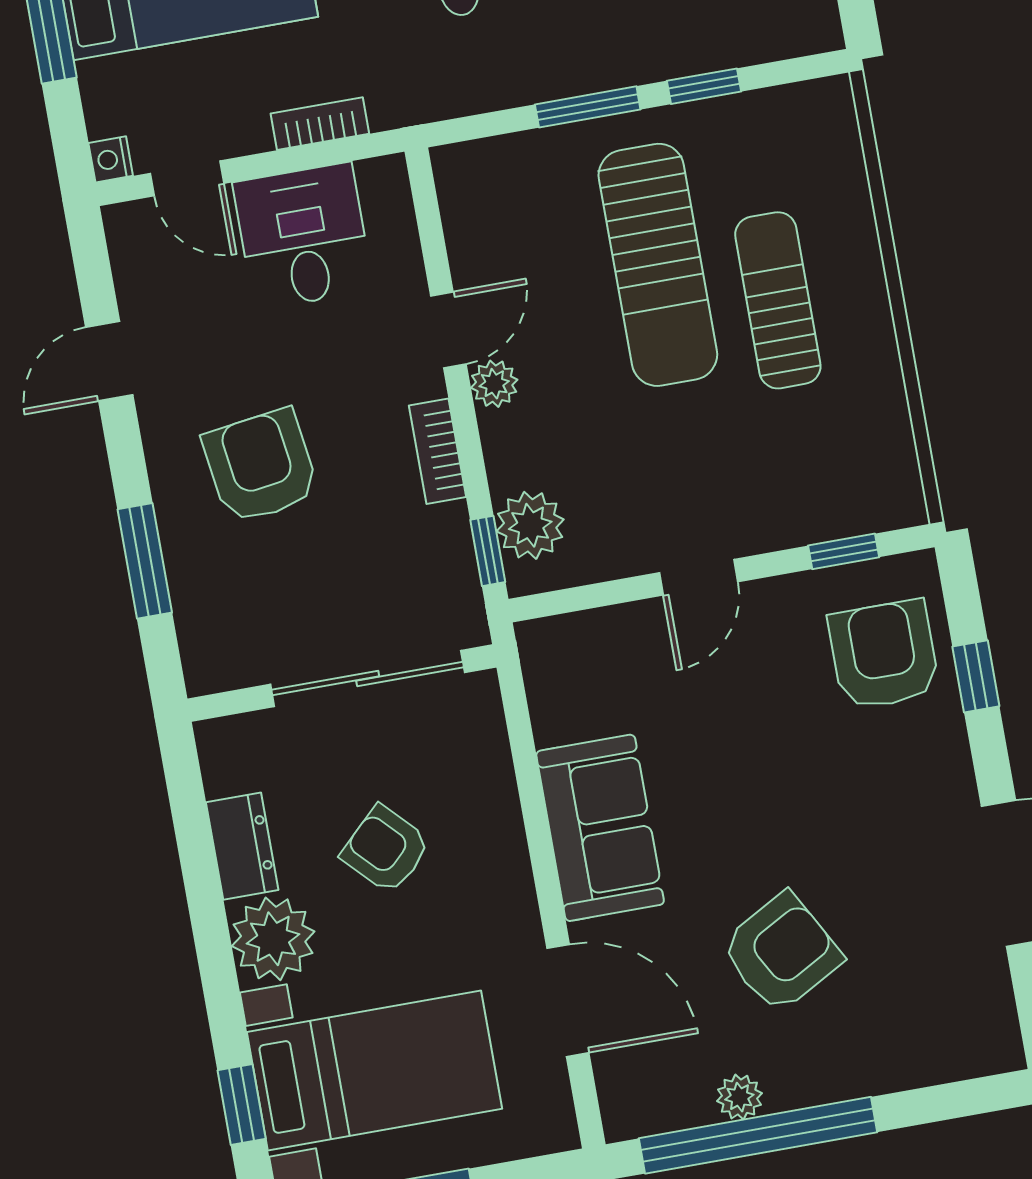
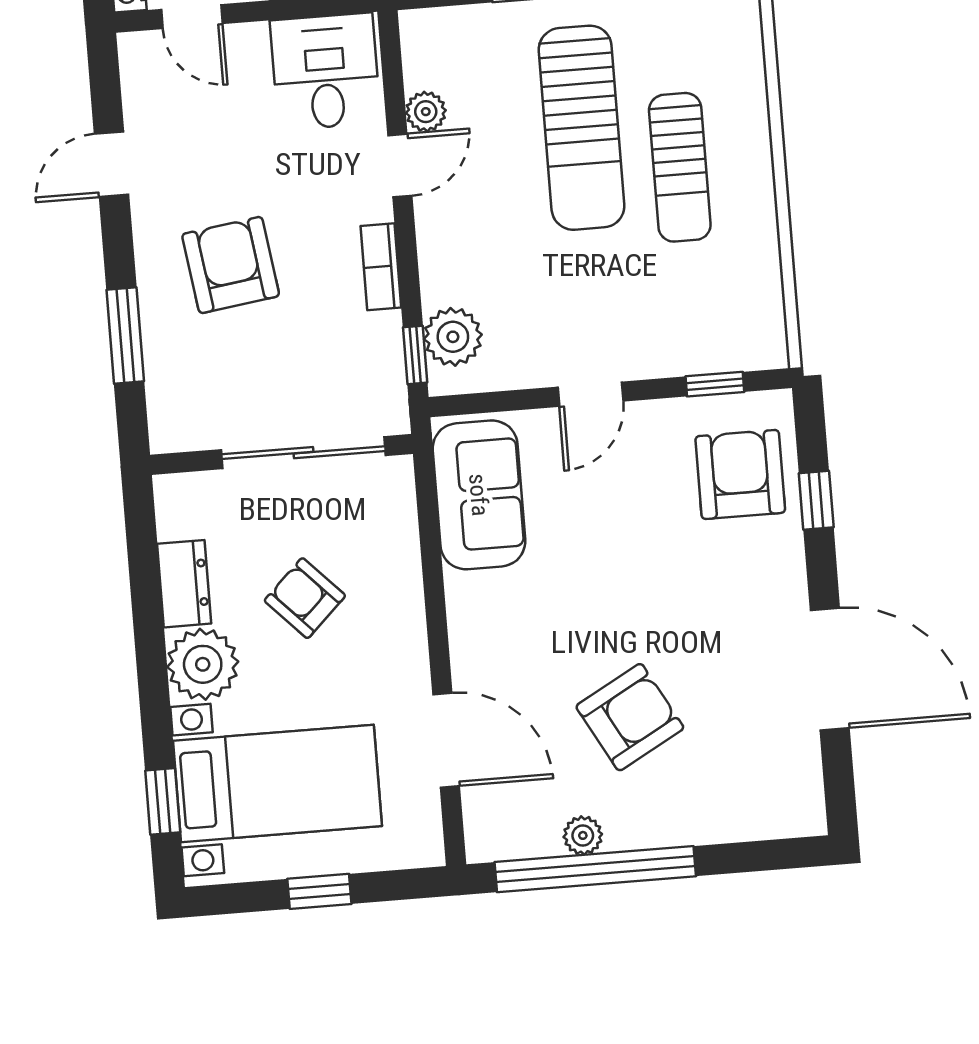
desk: (303, 236) -> (325, 72), moved
sun lounger: (778, 300) -> (680, 167), turned 180
plant: (494, 384) -> (426, 112), moved
sofa: (600, 828) -> (479, 495), moved

